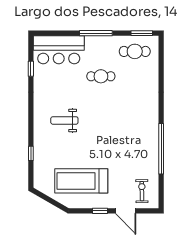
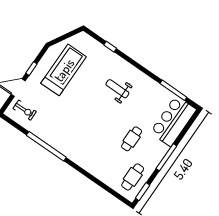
window: (31, 69) -> (173, 90), width x2.17
weight bench: (64, 120) -> (117, 89), turned -90

